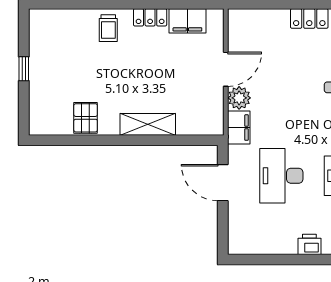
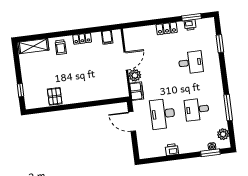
filing cabinet: (187, 21) -> (107, 37), width x0.50
window: (24, 69) -> (21, 90), moved
shelving: (148, 124) -> (33, 46), moved
printer: (309, 244) -> (172, 150), moved

